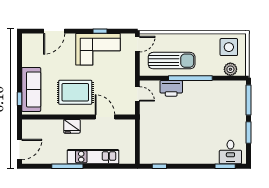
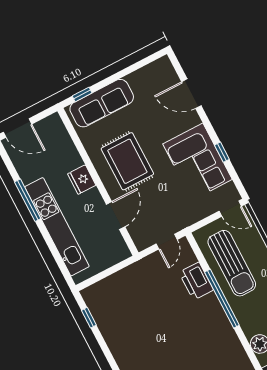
kitchen unit: (93, 157) -> (57, 227), width x1.36

